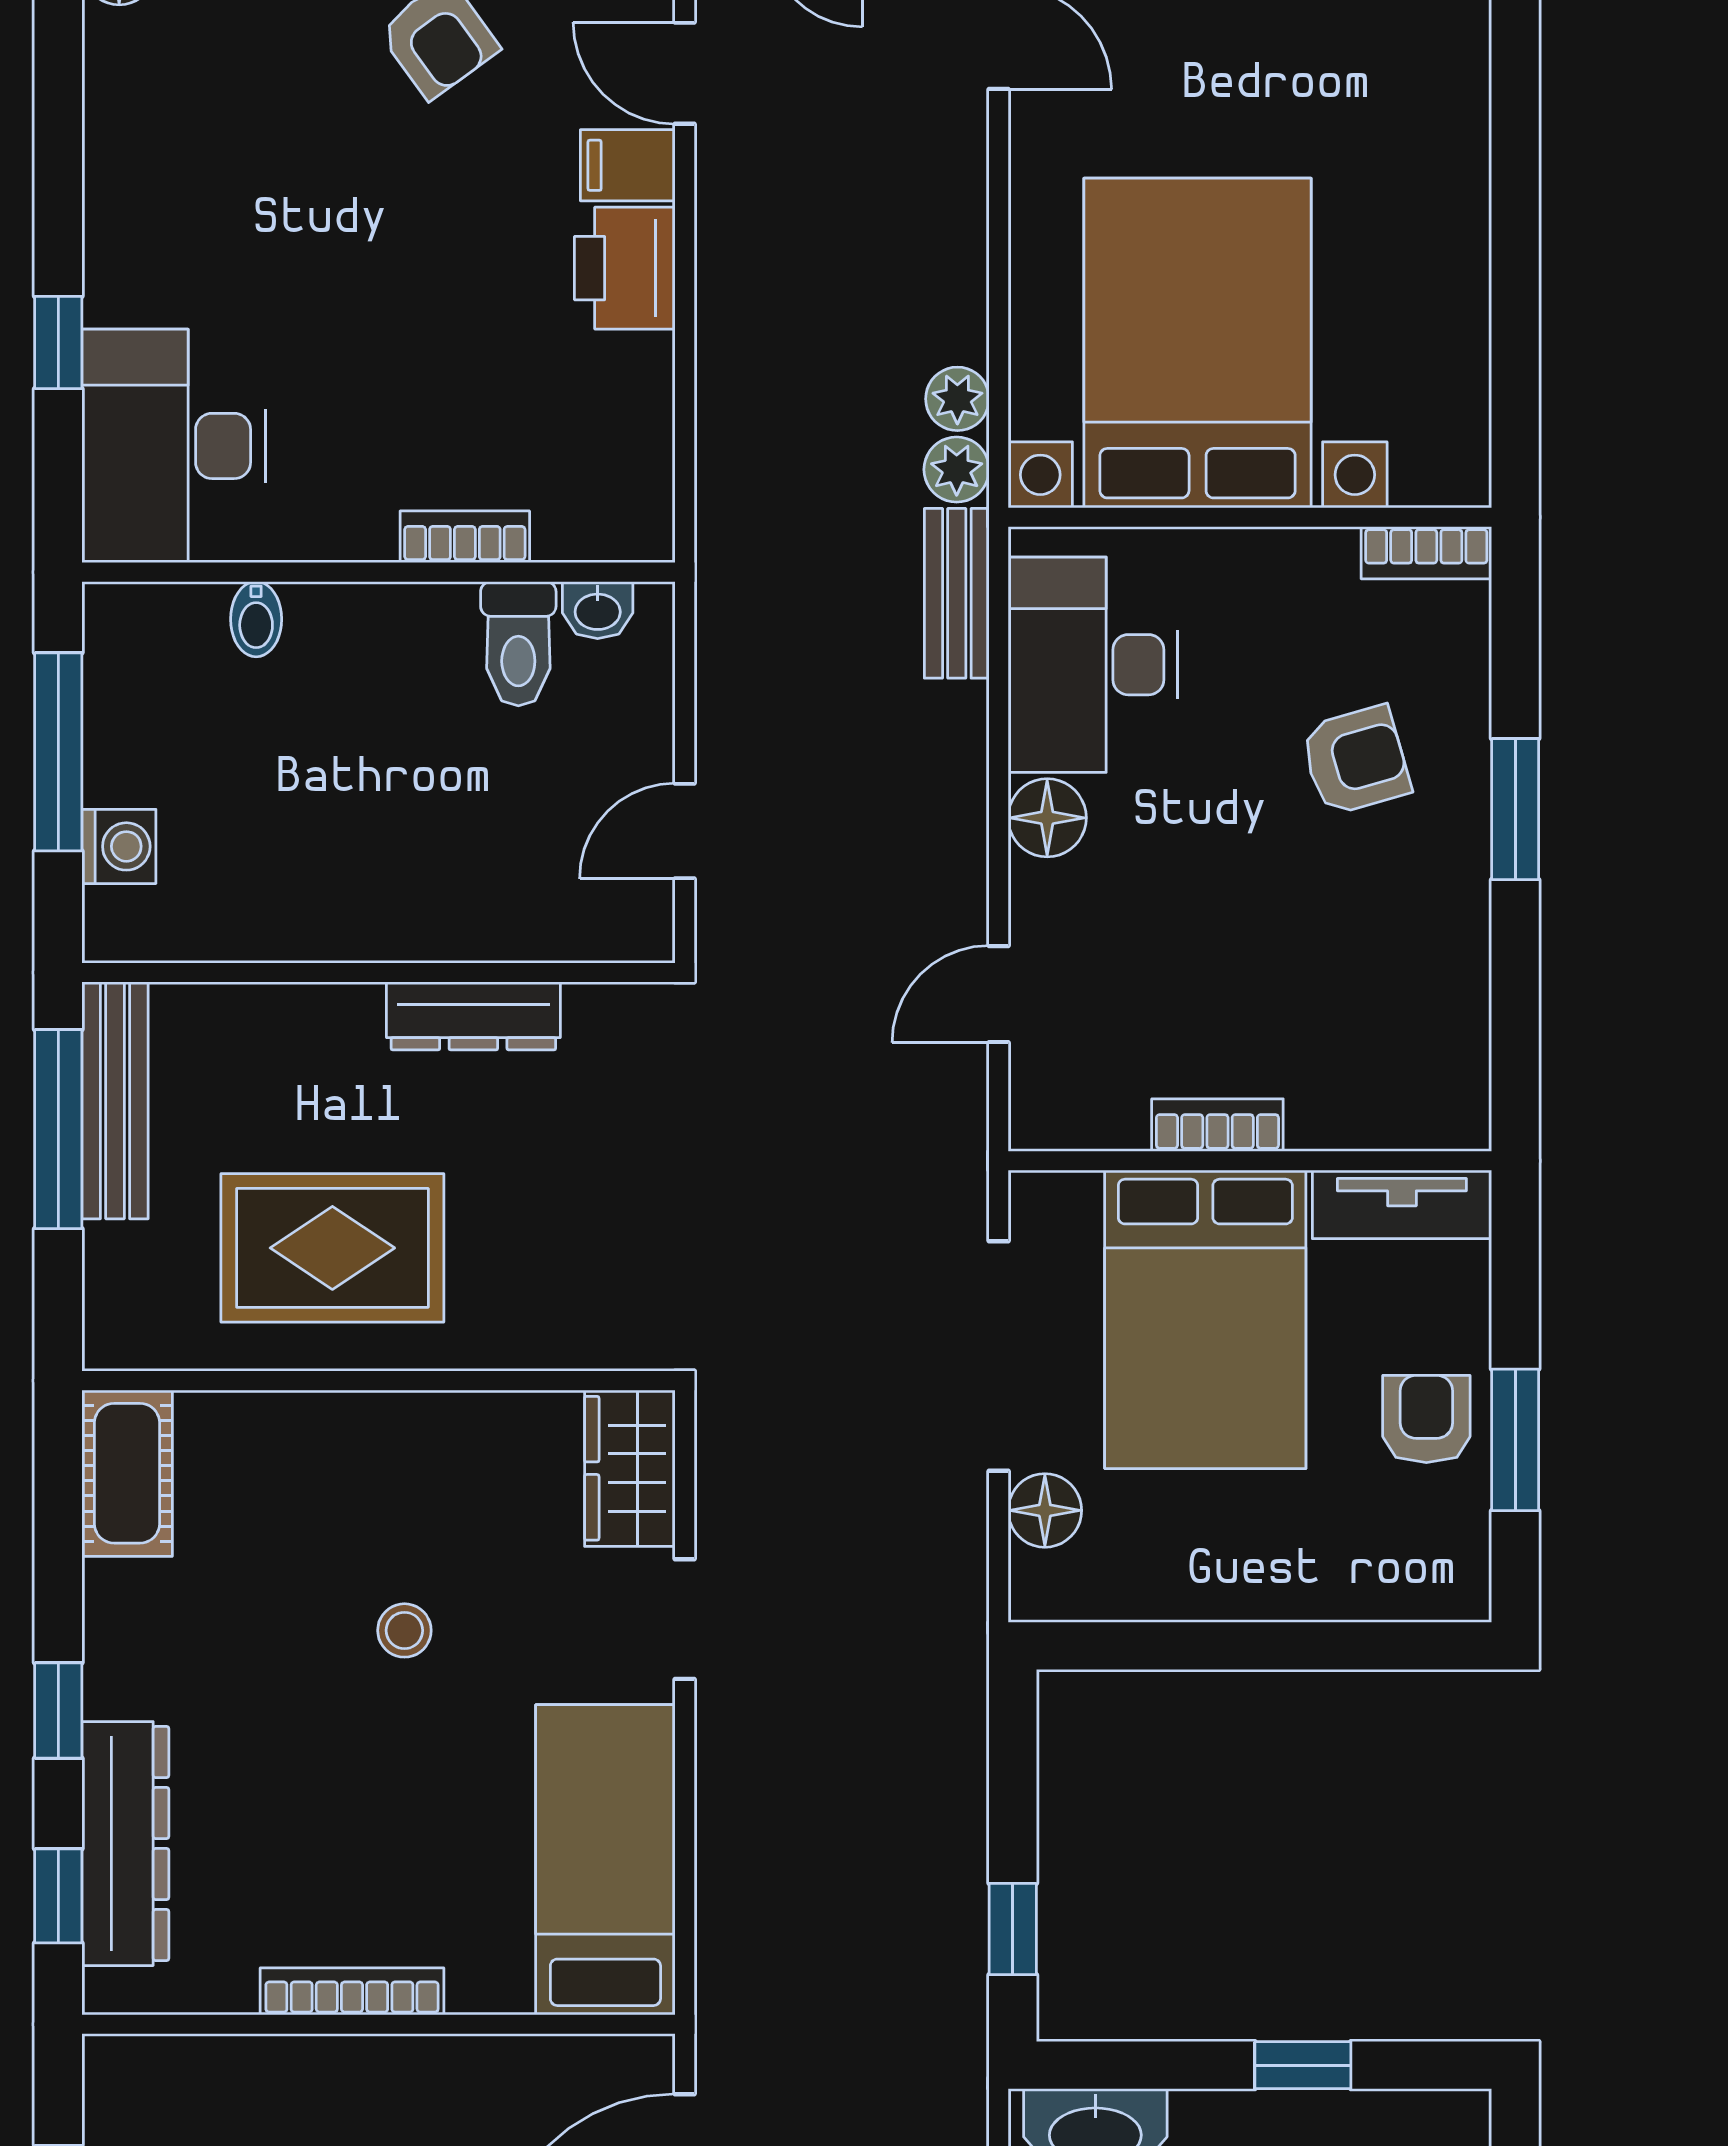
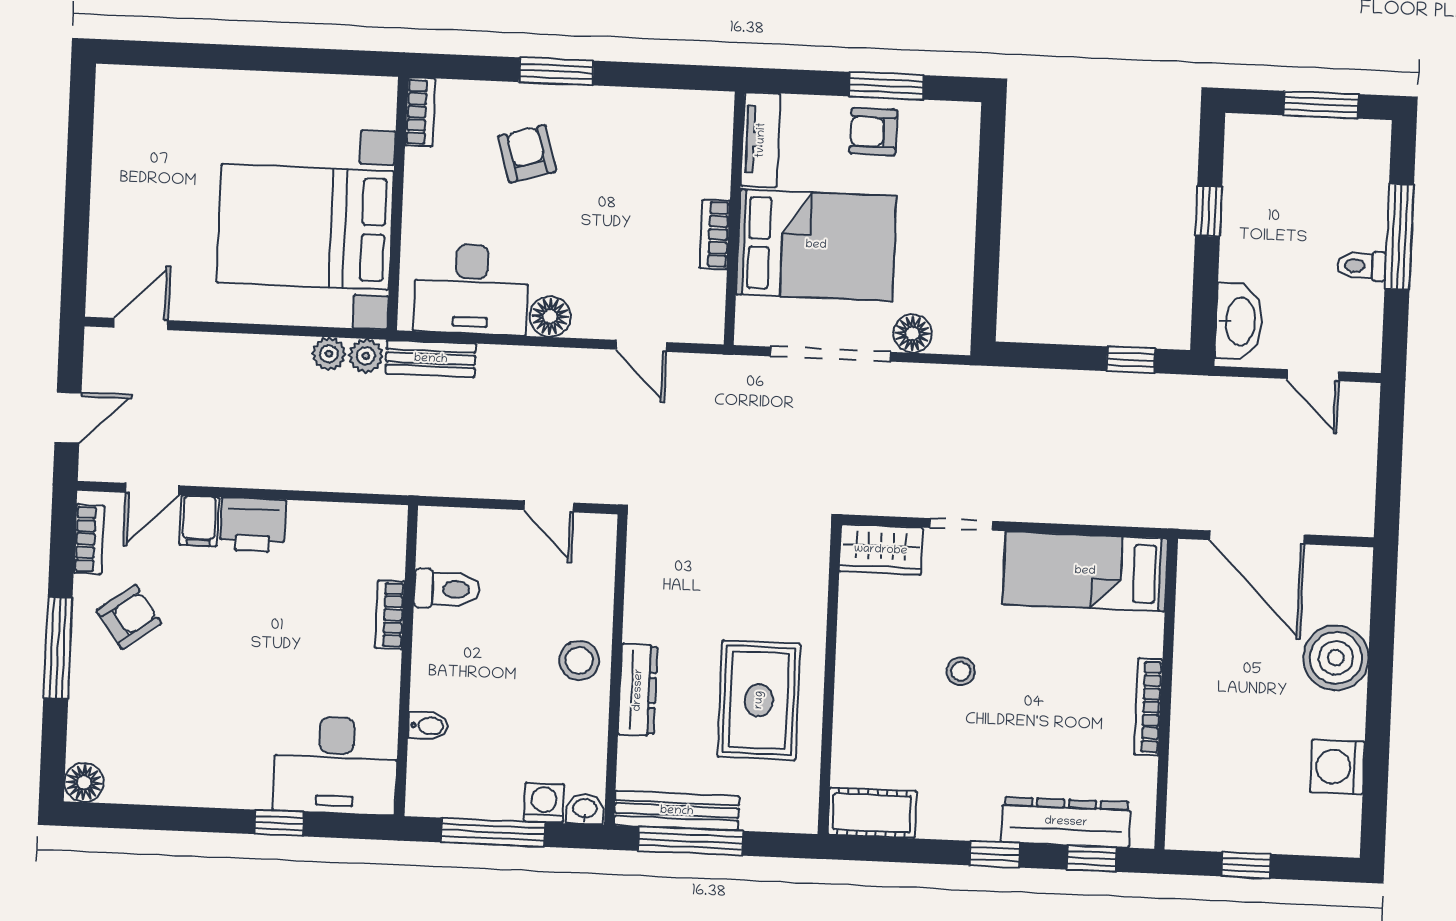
washbasin: (598, 610) -> (585, 809), moved, turned -90
stool: (393, 902) -> (579, 661), added
dresser: (473, 1016) -> (638, 690), moved

